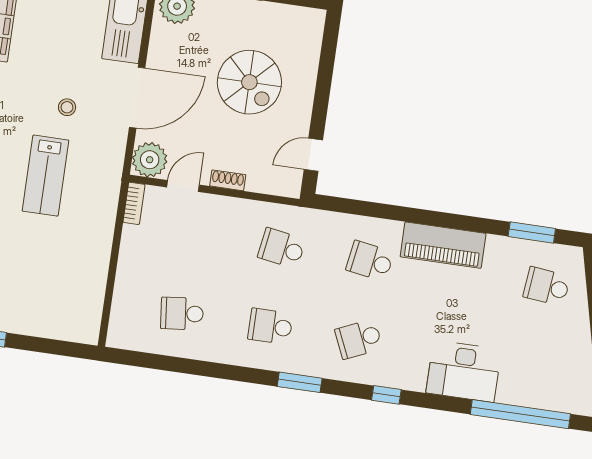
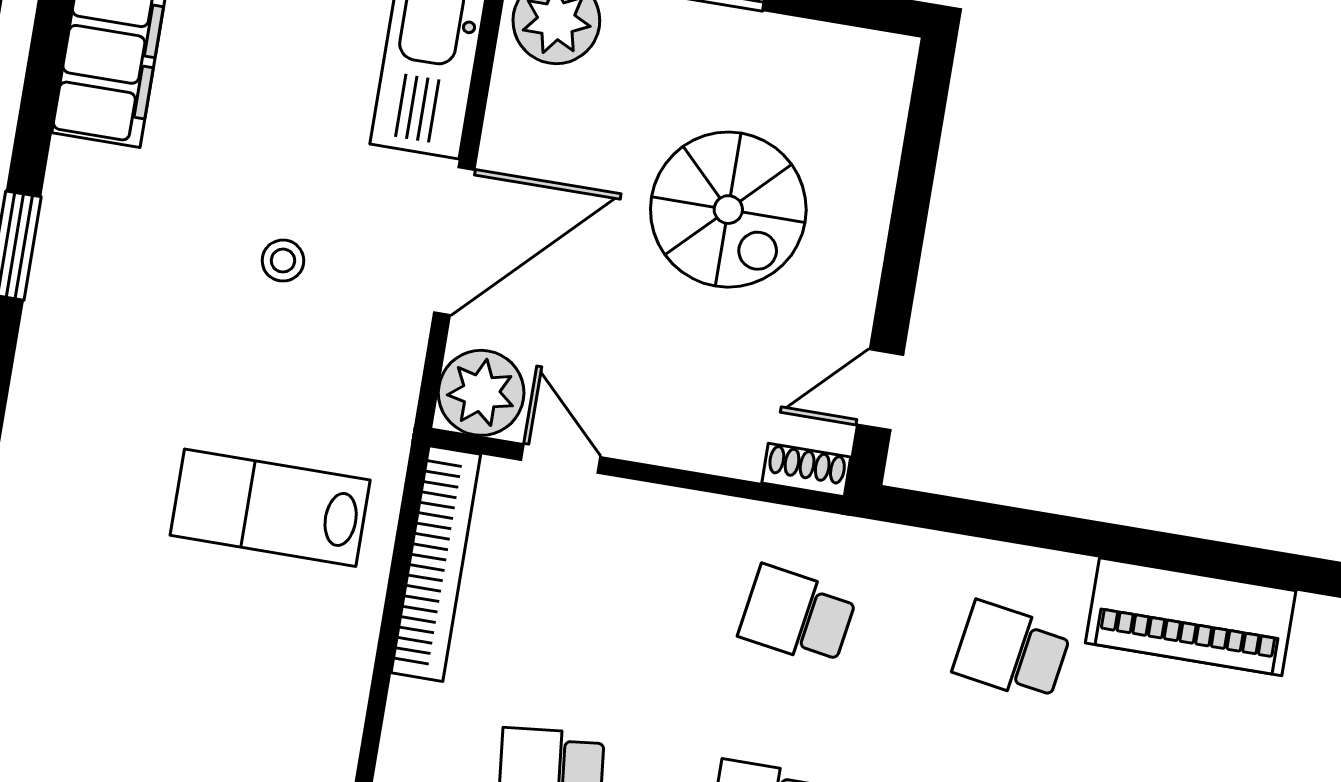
lab bench: (45, 176) -> (270, 508), moved, turned 90
shoe rack: (228, 180) -> (806, 470), moved
door: (183, 186) -> (561, 458), hinge flipped
bookcase: (134, 203) -> (436, 564), width x2.31, depth x1.31

